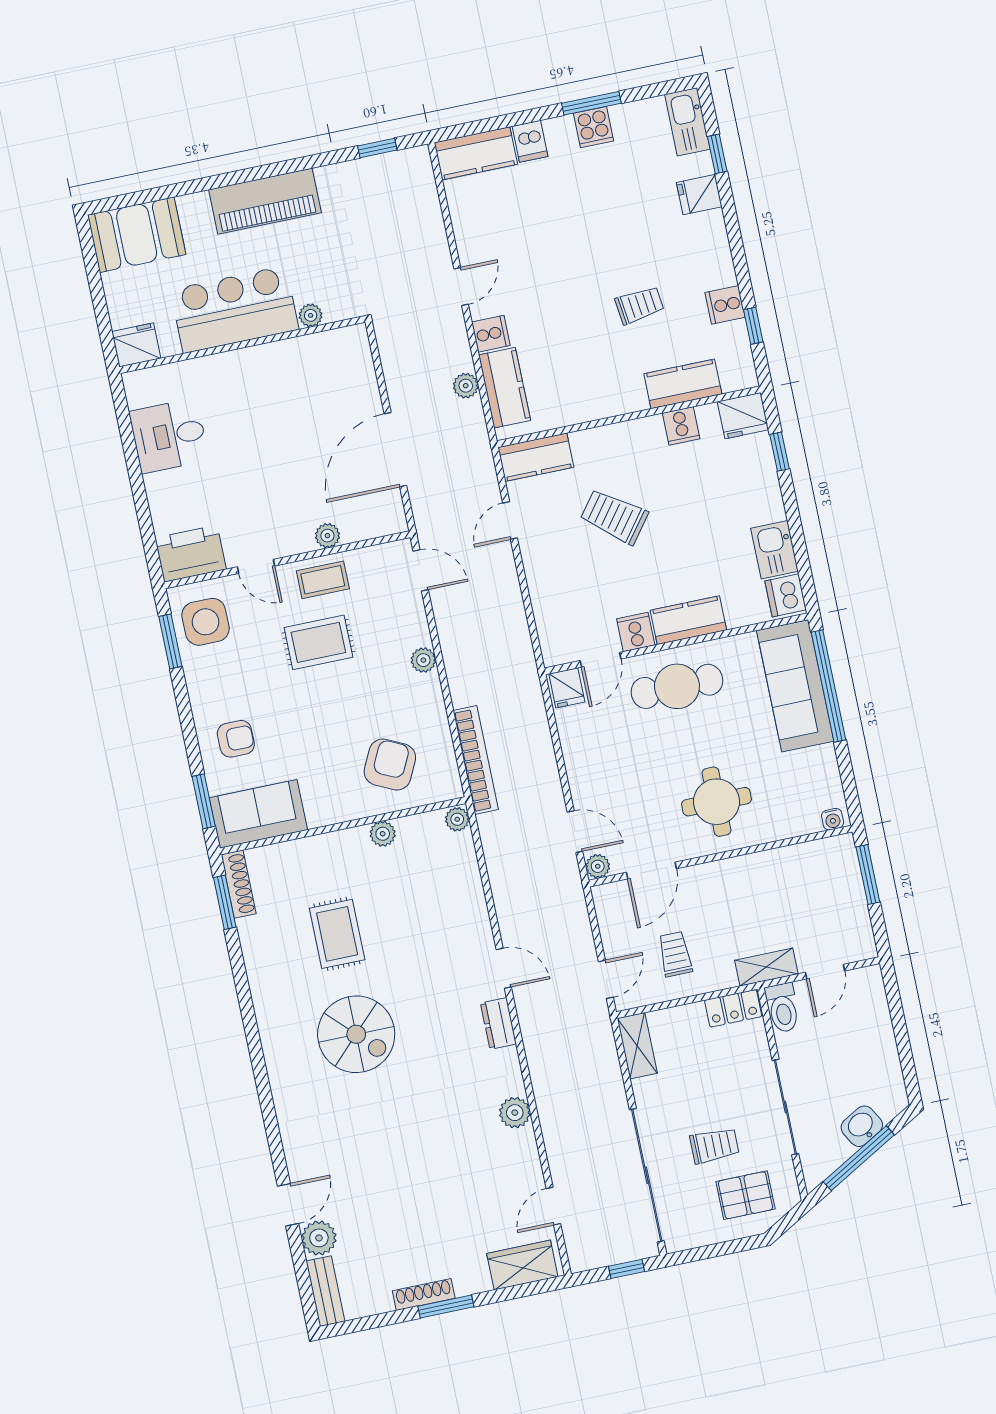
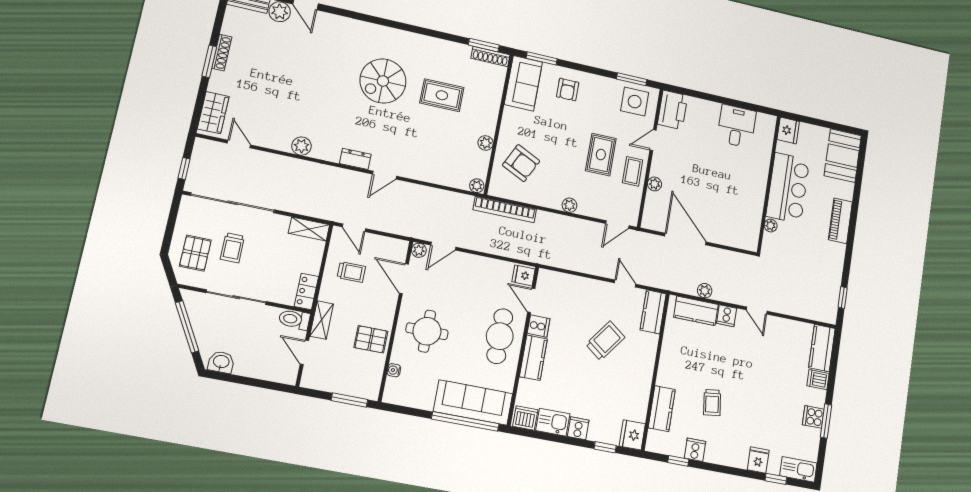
piano: (265, 201) -> (840, 221), width x0.73, depth x0.75
cooker: (681, 426) -> (578, 428), moved, turned 90
water cooler: (833, 819) -> (394, 370), moved
pallet: (764, 881) -> (371, 339), added
washbasin: (862, 1126) -> (221, 362), moved, turned -60

